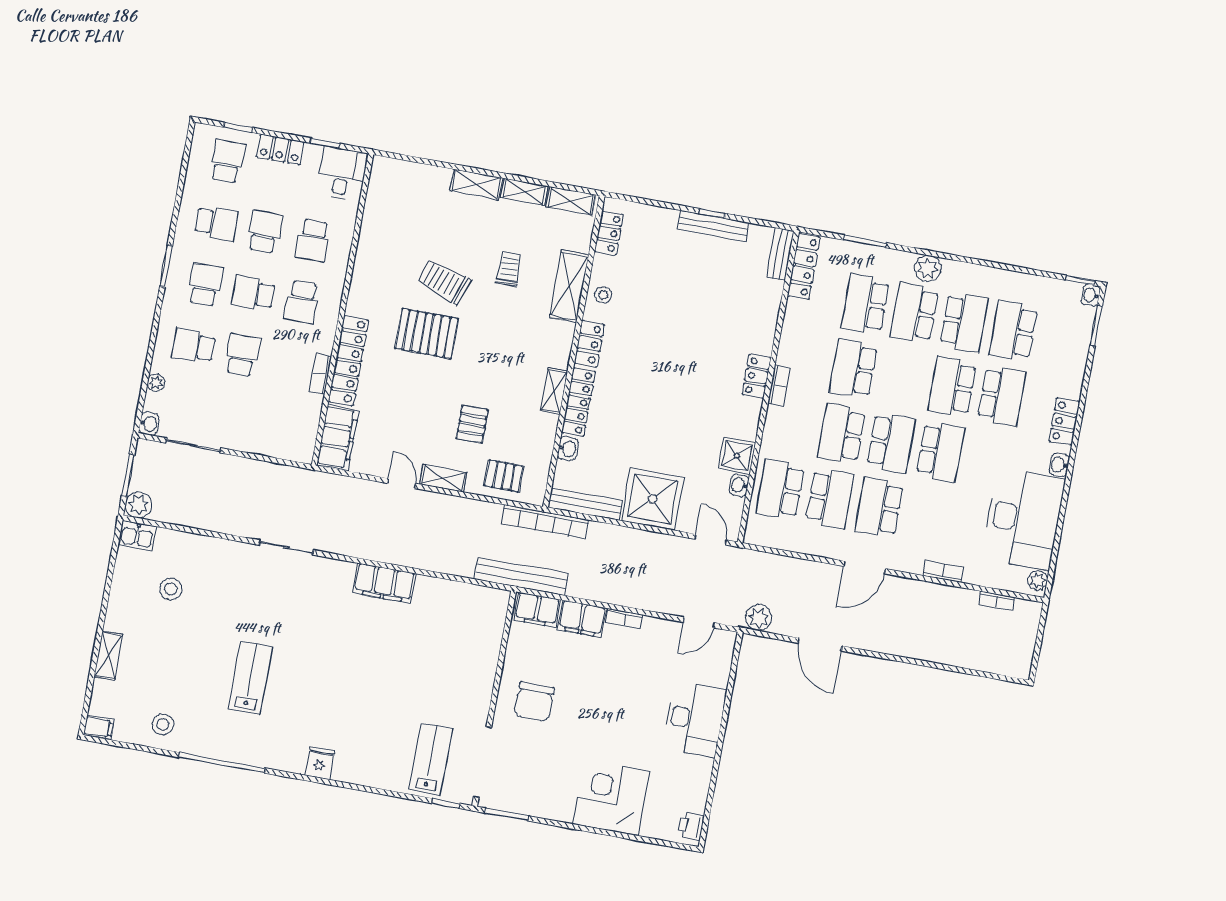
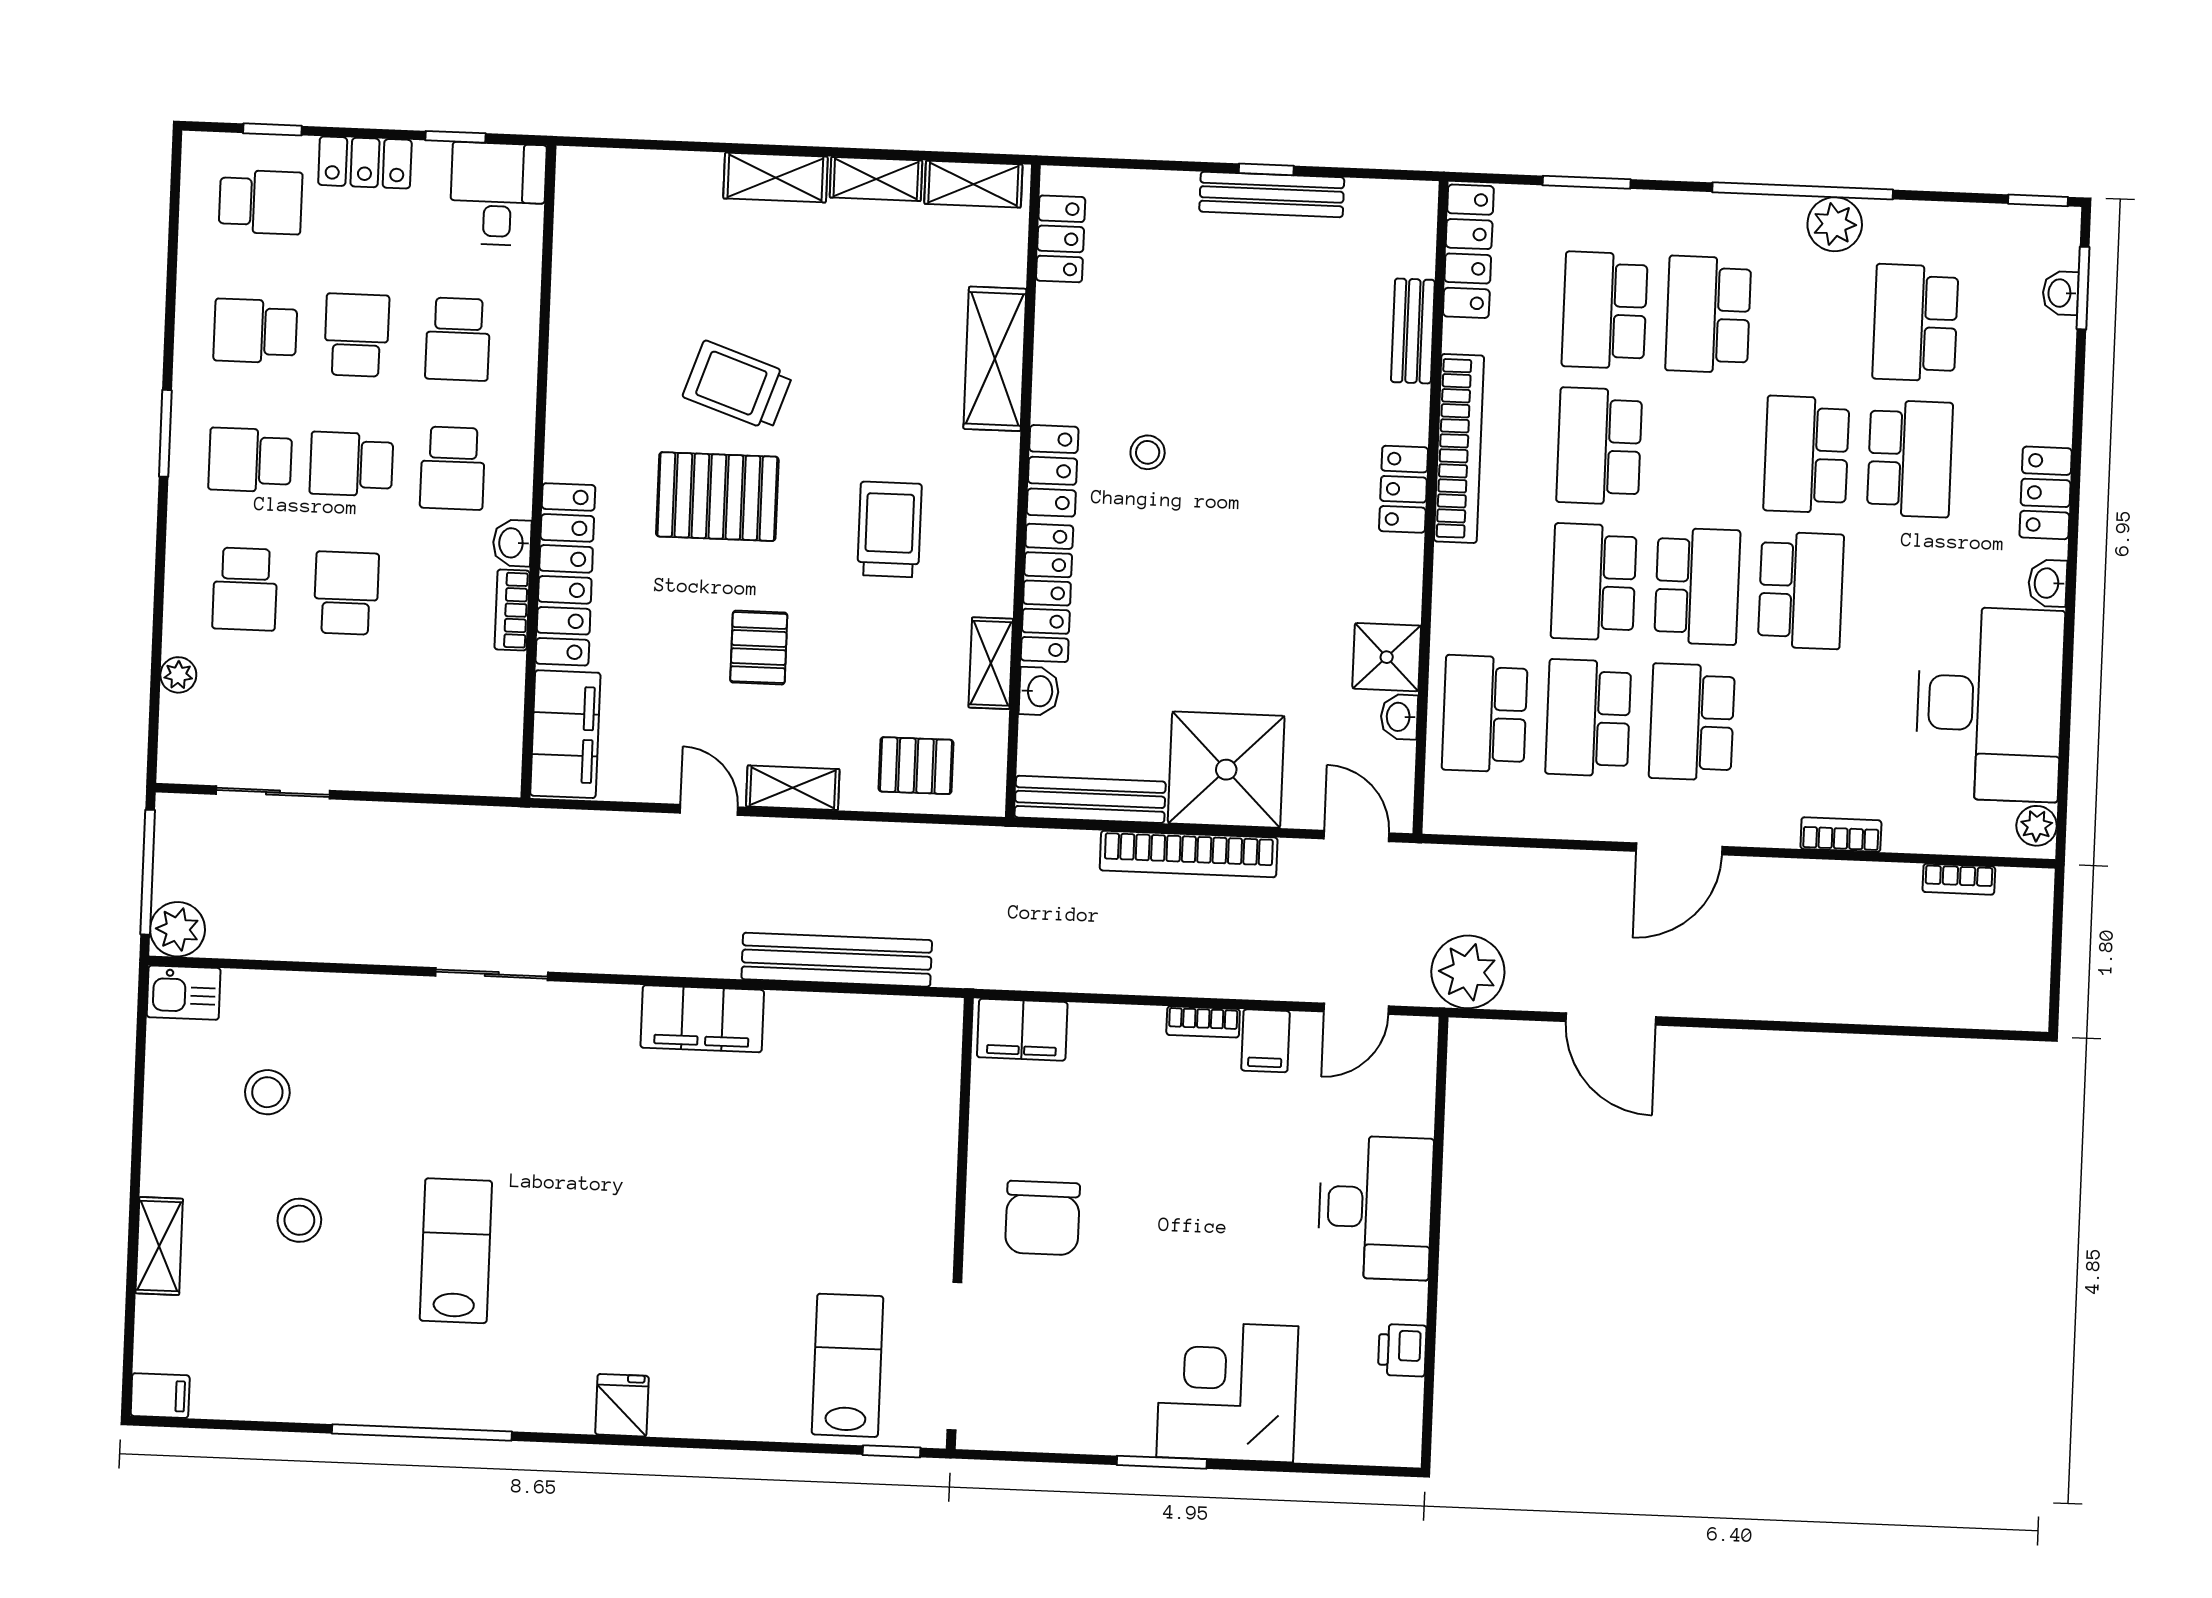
school desk: (227, 161) -> (261, 202), turned 90
school desk: (216, 223) -> (255, 331), turned 180
bench: (780, 254) -> (1413, 331), moved
window: (968, 260) -> (1803, 191), added
plant: (928, 268) -> (1835, 224), moved
trolley: (509, 269) -> (889, 530), moved, width x1.36, depth x1.39
school desk: (205, 284) -> (250, 460), turned -90
stool: (603, 295) -> (1148, 452), moved
washbasin: (1091, 295) -> (2060, 293), moved
school desk: (964, 322) -> (1812, 319), removed
school desk: (194, 346) -> (245, 589), turned -90
bookcase: (779, 385) -> (1459, 449), width x2.31, depth x1.31
shelving: (554, 391) -> (991, 663), moved
washbasin: (149, 424) -> (512, 543), moved, turned 180
pallet: (472, 424) -> (759, 648), moved
window: (128, 475) -> (148, 872), width x1.44
school desk: (830, 498) -> (1588, 718), turned 180
bookcase: (545, 522) -> (1189, 854), moved
bench: (521, 576) -> (837, 960), moved
plant: (759, 618) -> (1468, 972), width x1.36, depth x1.36
filing cabinet: (582, 619) -> (1266, 1041), moved, width x0.50
stool: (163, 724) -> (299, 1220), moved
window: (507, 814) -> (1162, 1462), moved
printer: (691, 826) -> (1402, 1350), moved

